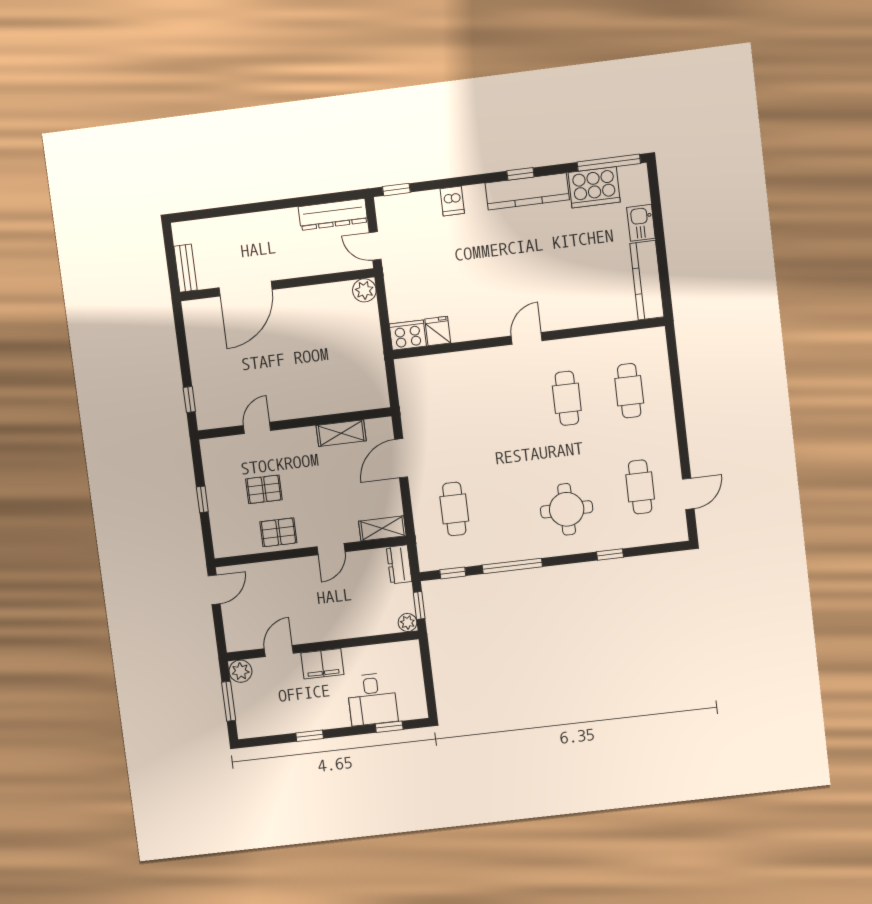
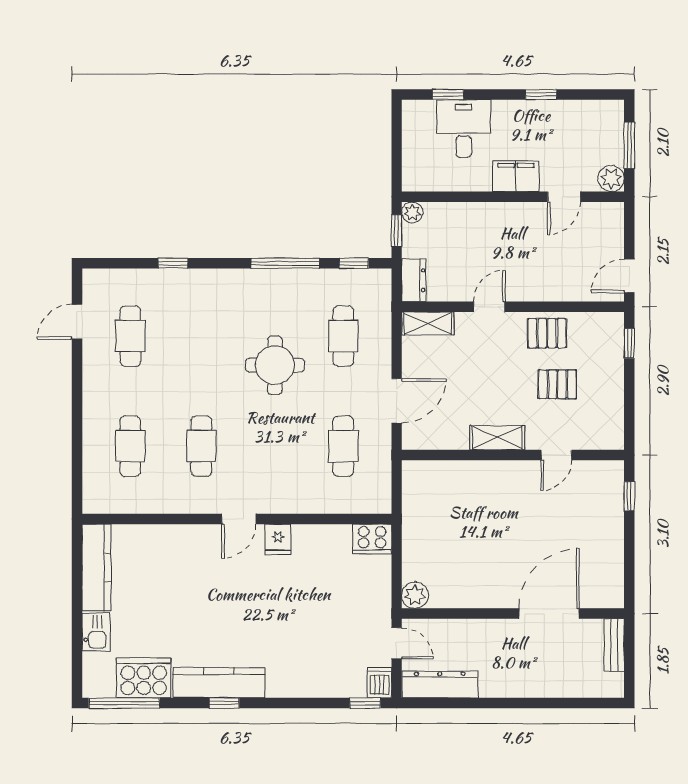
dishwasher: (452, 201) -> (380, 683), moved
fridge: (438, 331) -> (278, 539), moved
cafe table: (443, 413) -> (343, 446), added
shelving: (341, 433) -> (497, 438), moved
window: (202, 499) -> (629, 343), moved
round table: (567, 509) -> (275, 365), moved

